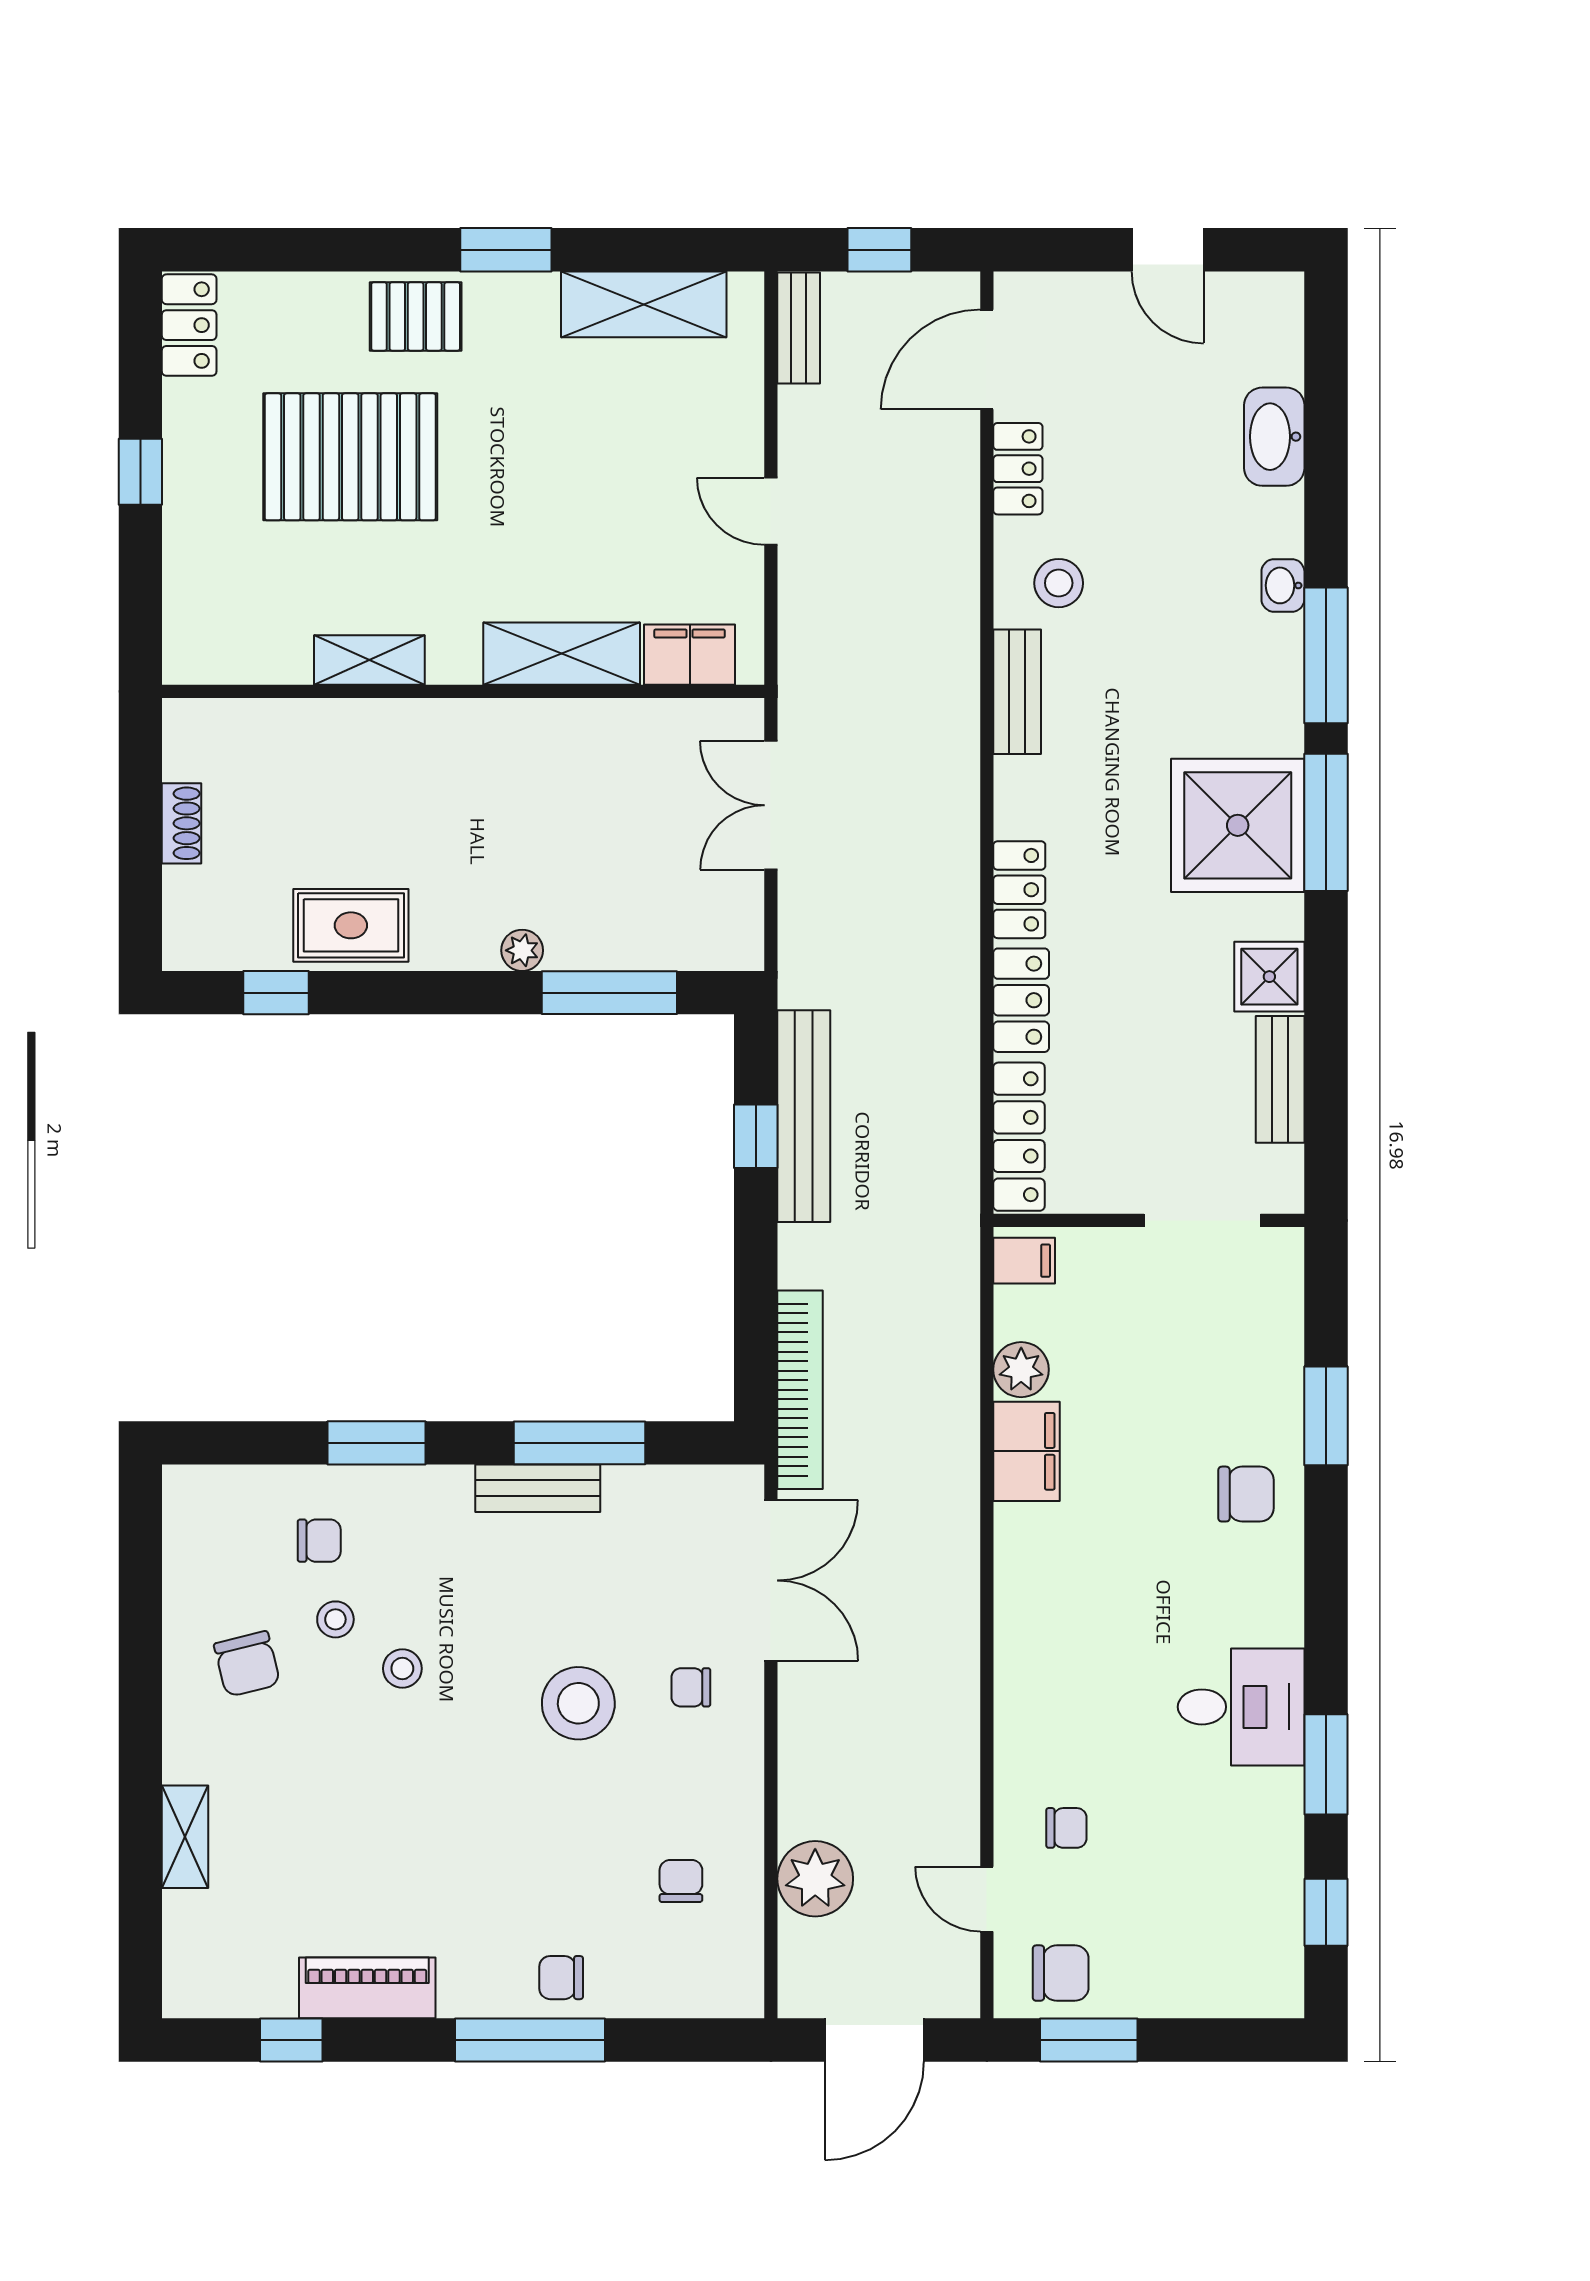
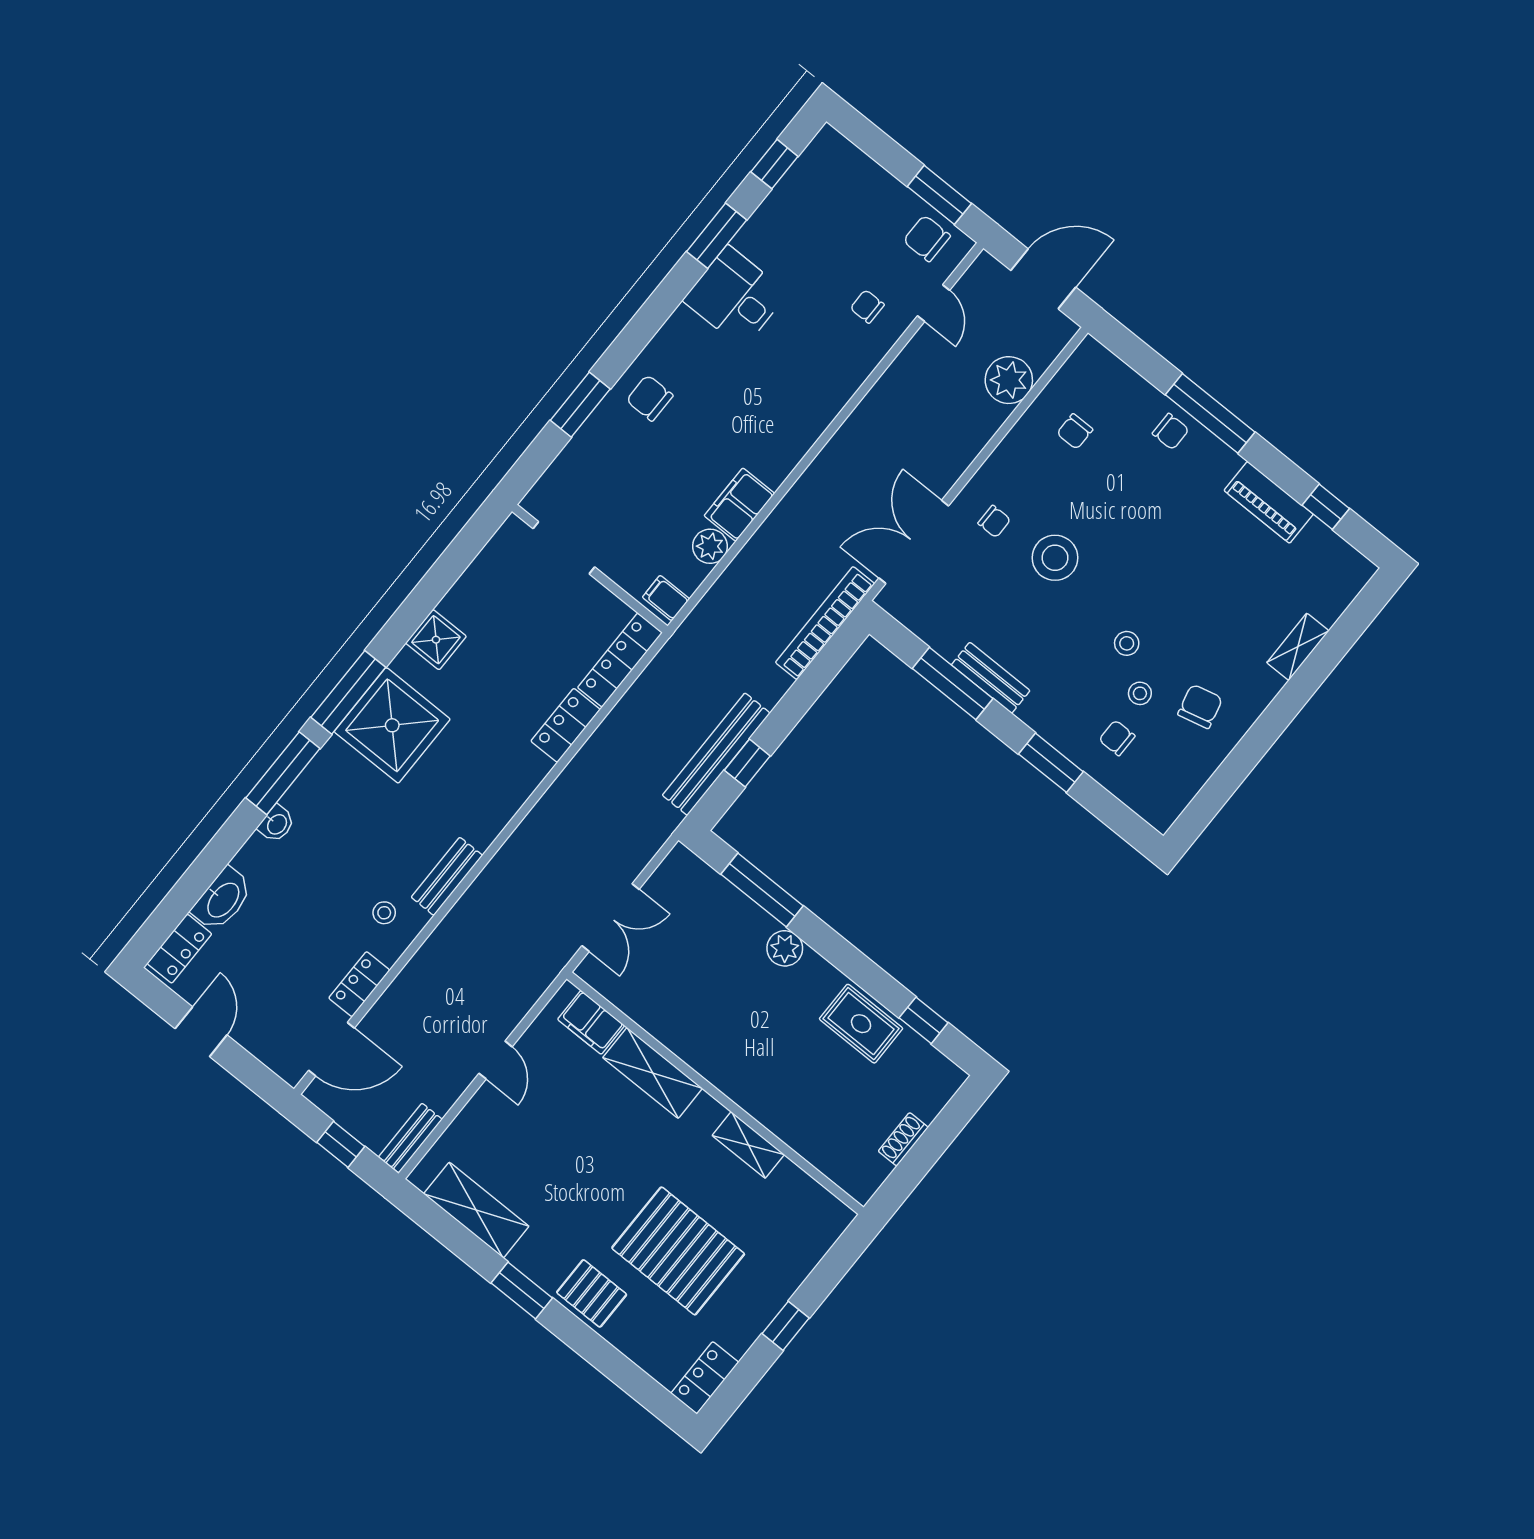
stool: (1059, 583) -> (384, 913), width x0.73, depth x0.73
locker: (1019, 890) -> (179, 949), moved, turned 180
plant: (522, 950) -> (785, 948), width x1.38, depth x1.38
bench: (1280, 1079) -> (471, 586), removed

